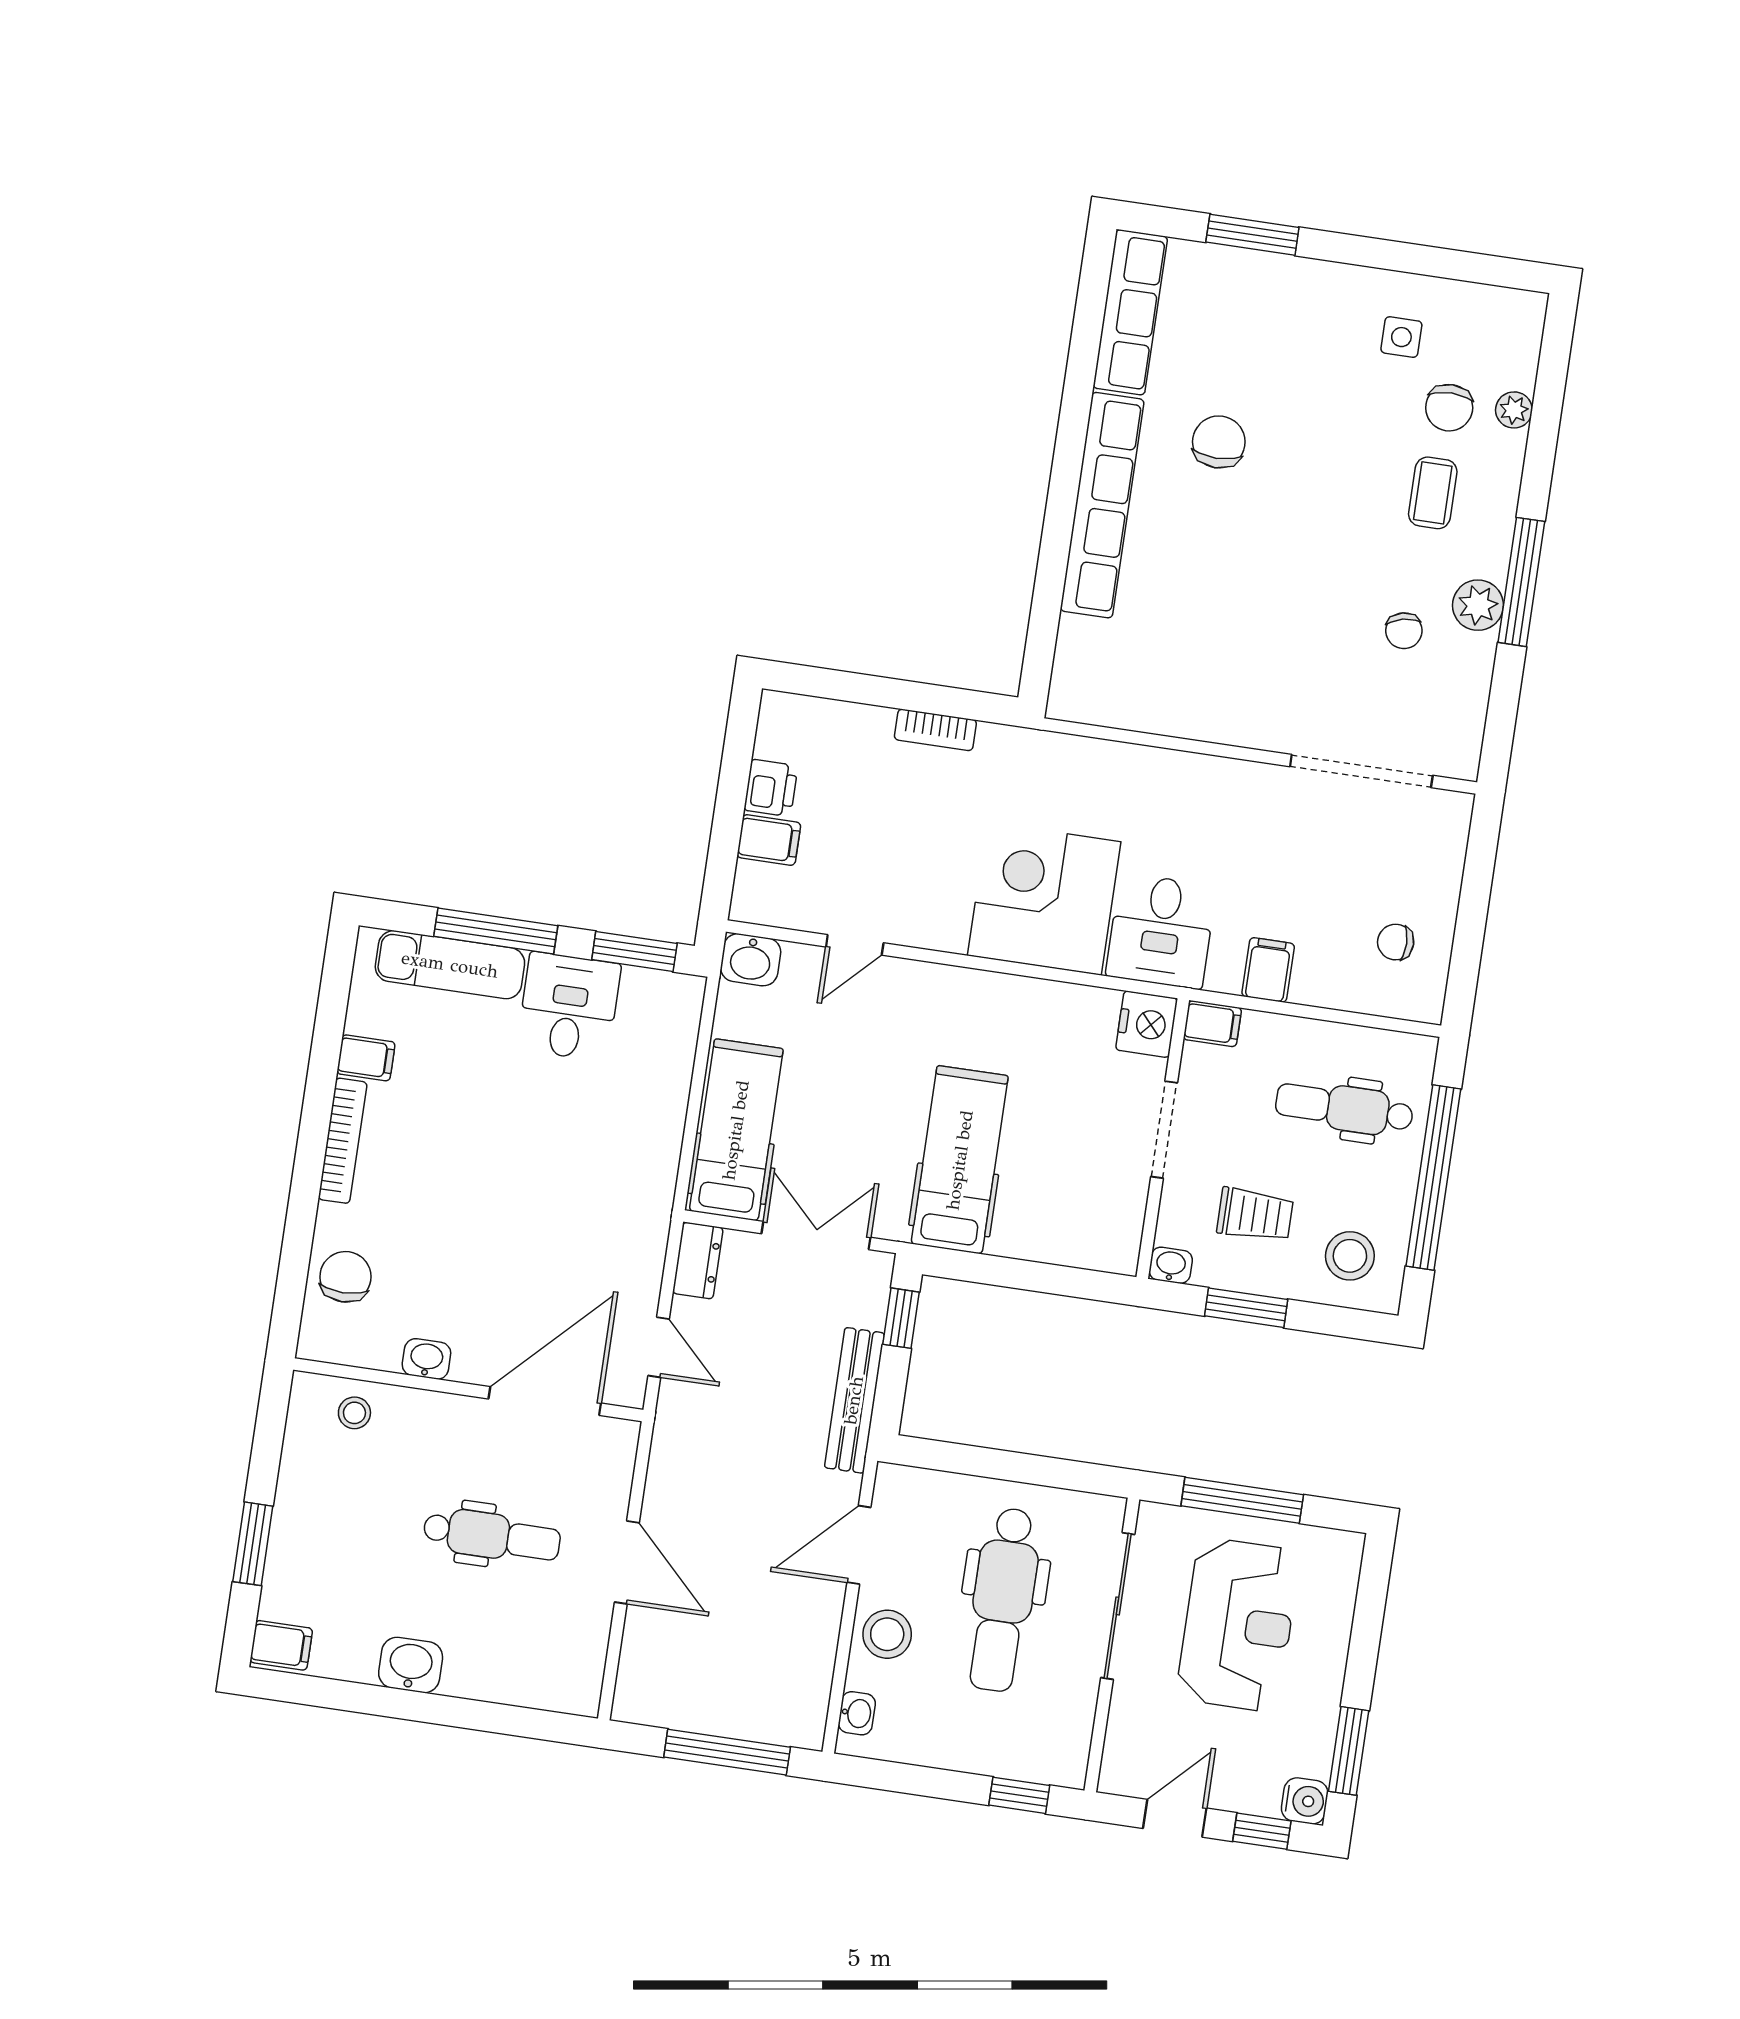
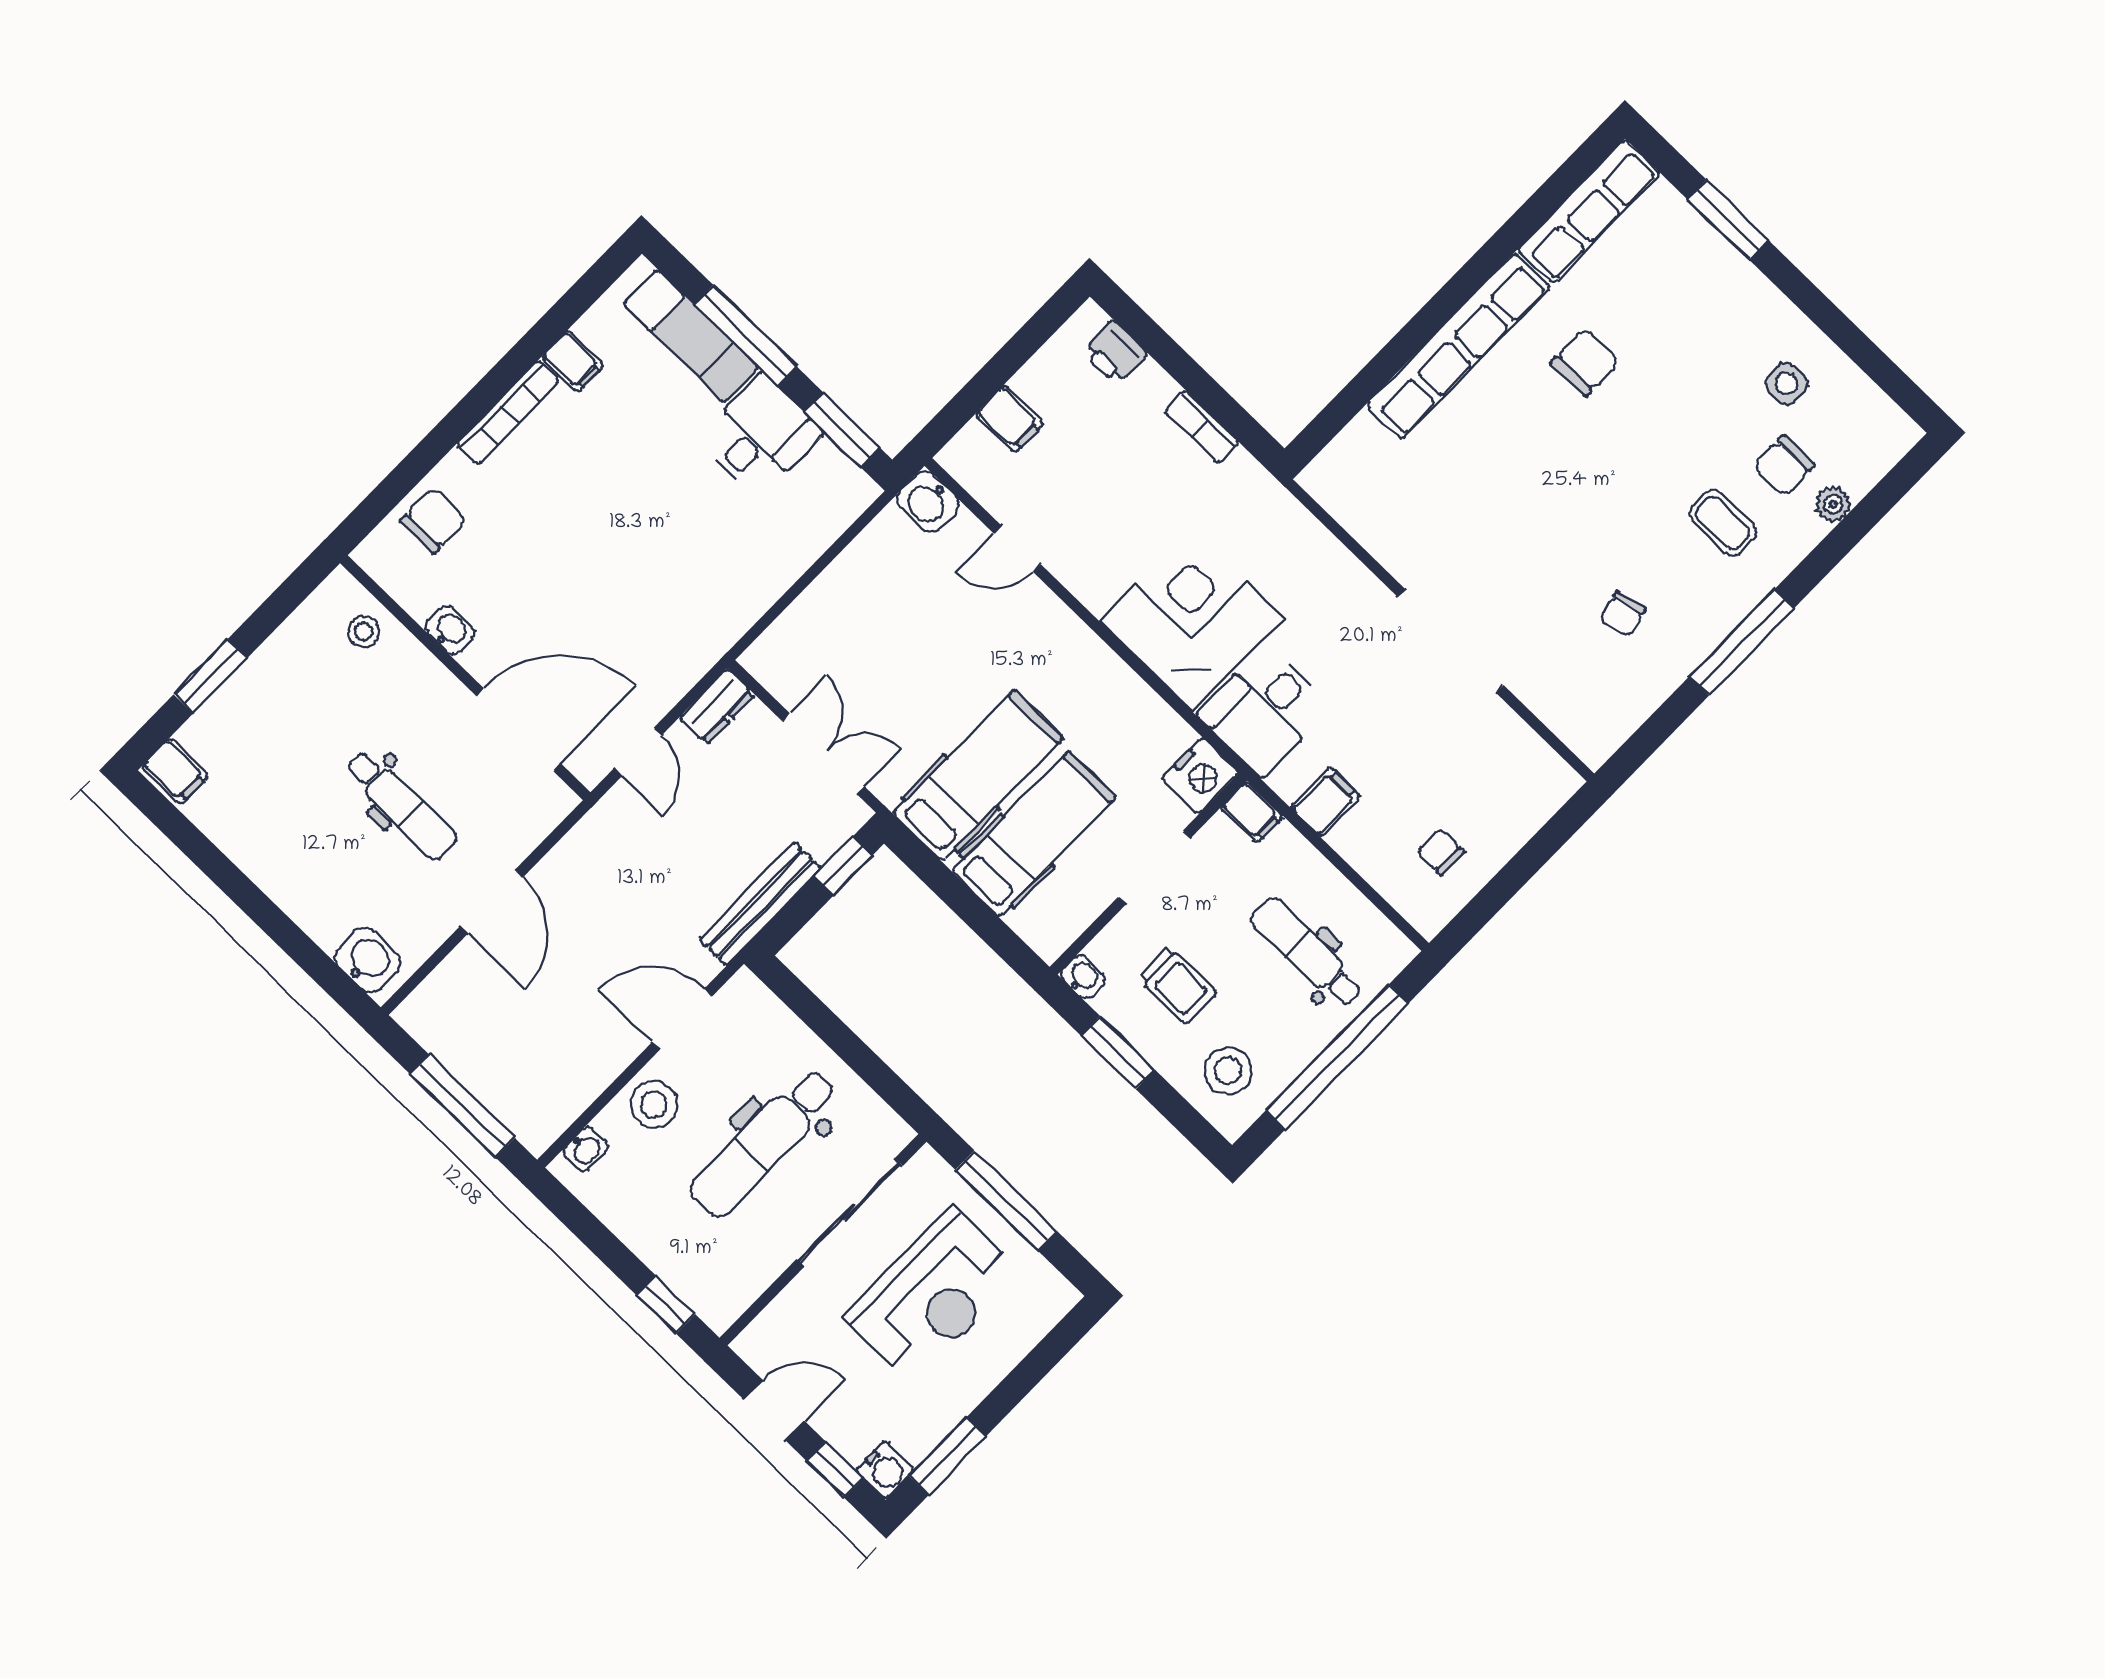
coffee table: (1433, 493) -> (1723, 523), turned 90
plant: (1478, 605) -> (1695, 636), removed
doorway: (1361, 771) -> (1450, 641), moved
printer: (771, 788) -> (1115, 353), moved, turned 90
hospital bed: (736, 1130) -> (1034, 834), moved
washbasin: (411, 1665) -> (368, 960), moved

